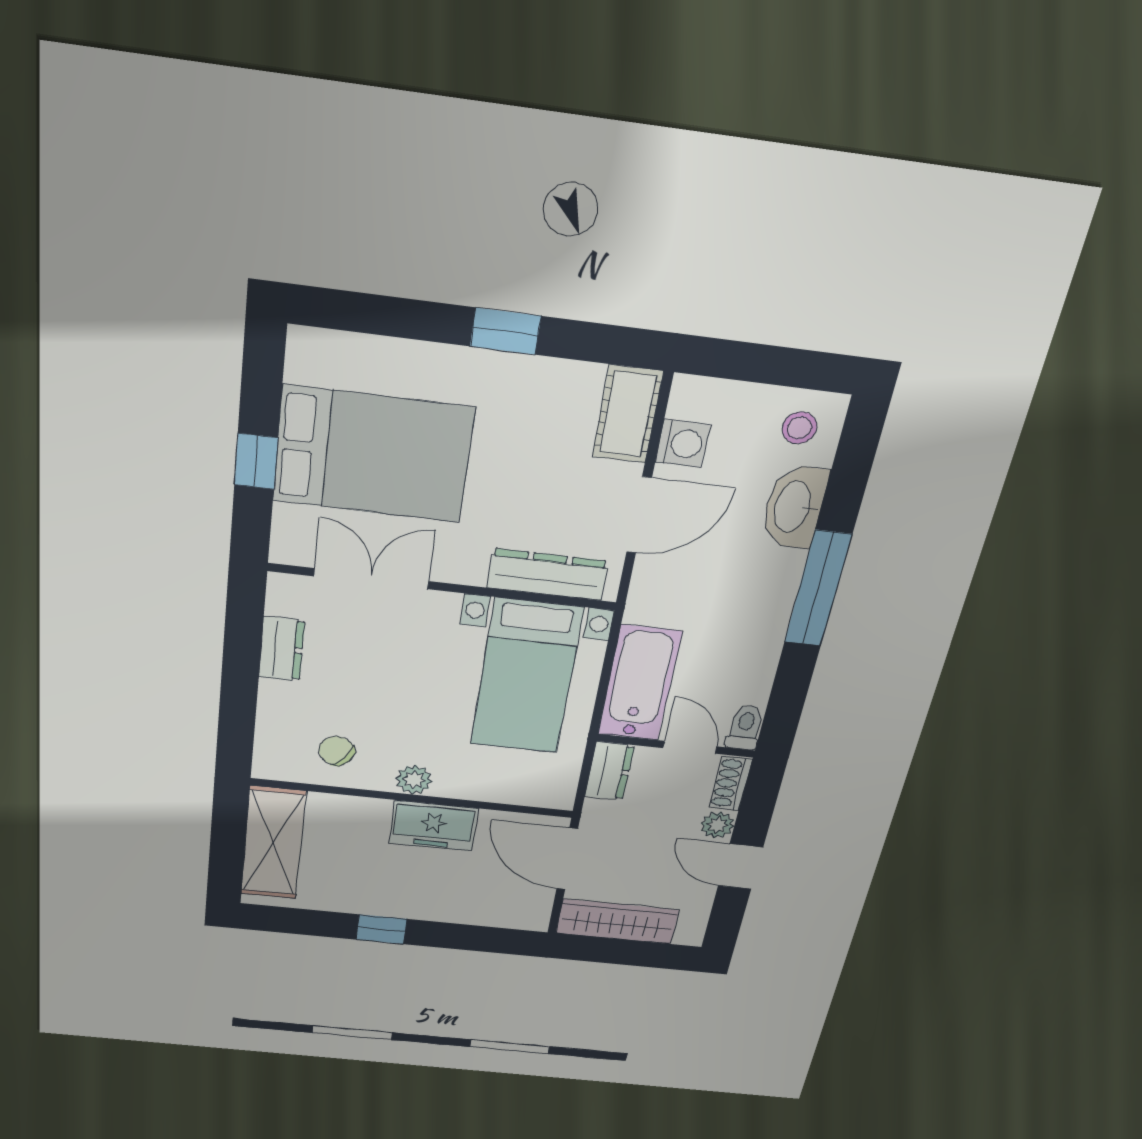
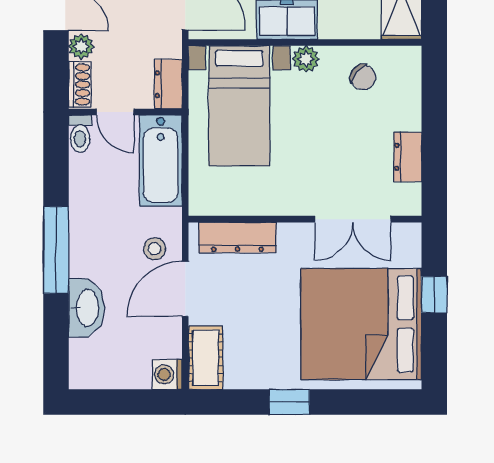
stool: (799, 428) -> (155, 249), moved
washing machine: (683, 443) -> (167, 374), moved
bed: (373, 454) -> (361, 324), width x1.36
bed with nightstands: (526, 677) -> (239, 106), moved, turned 180

